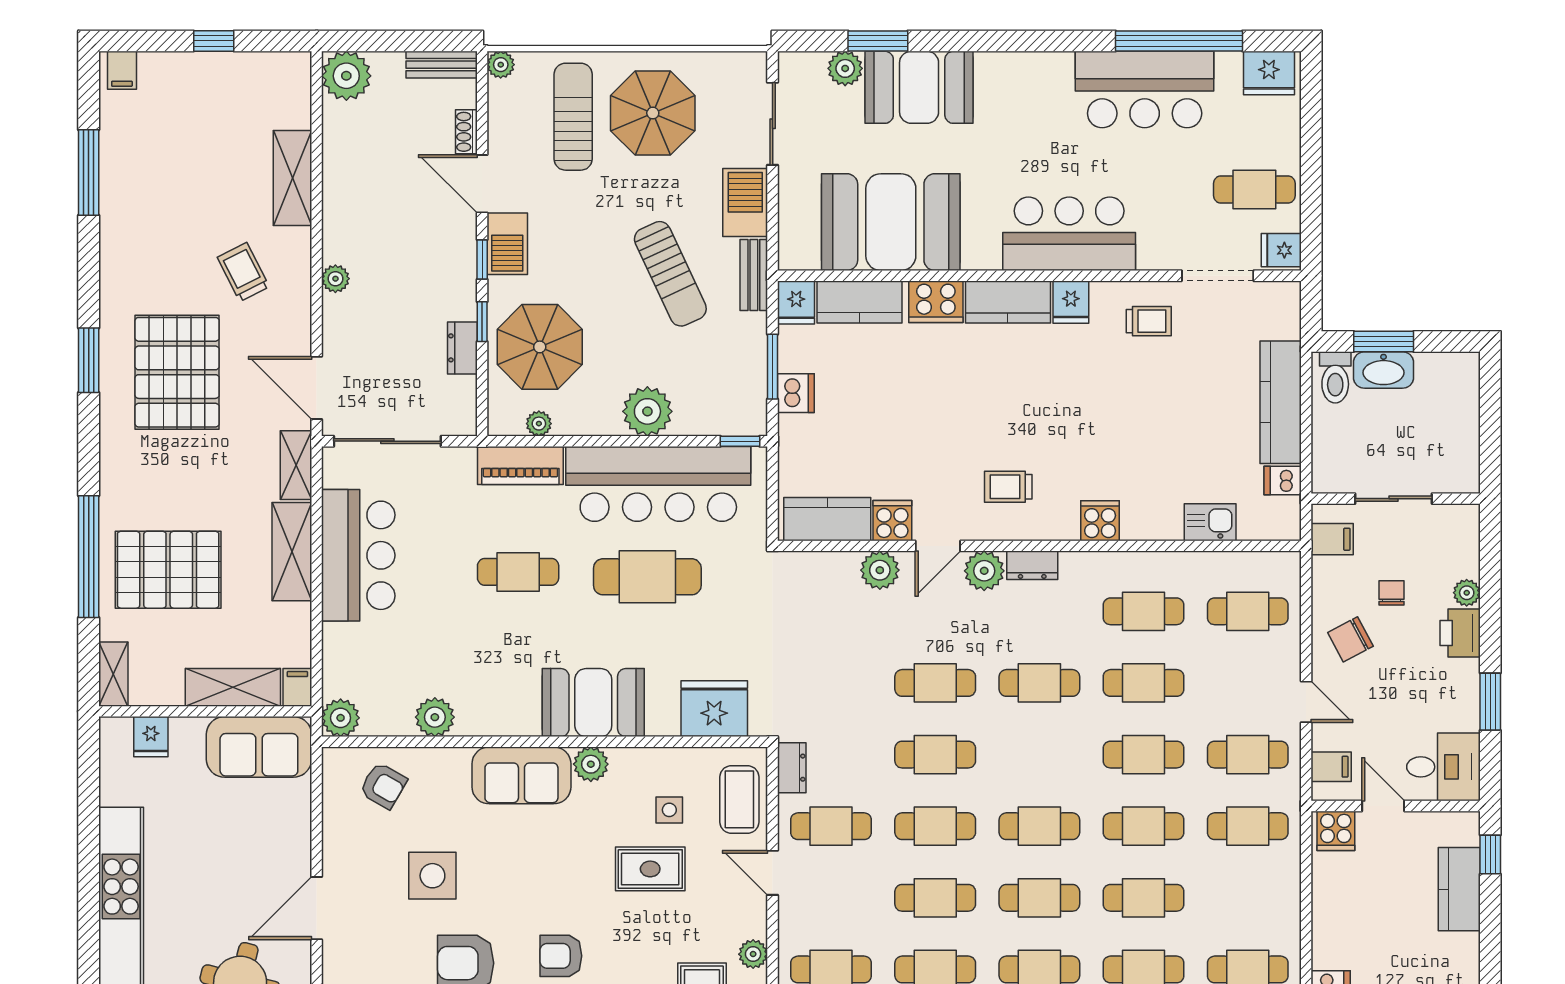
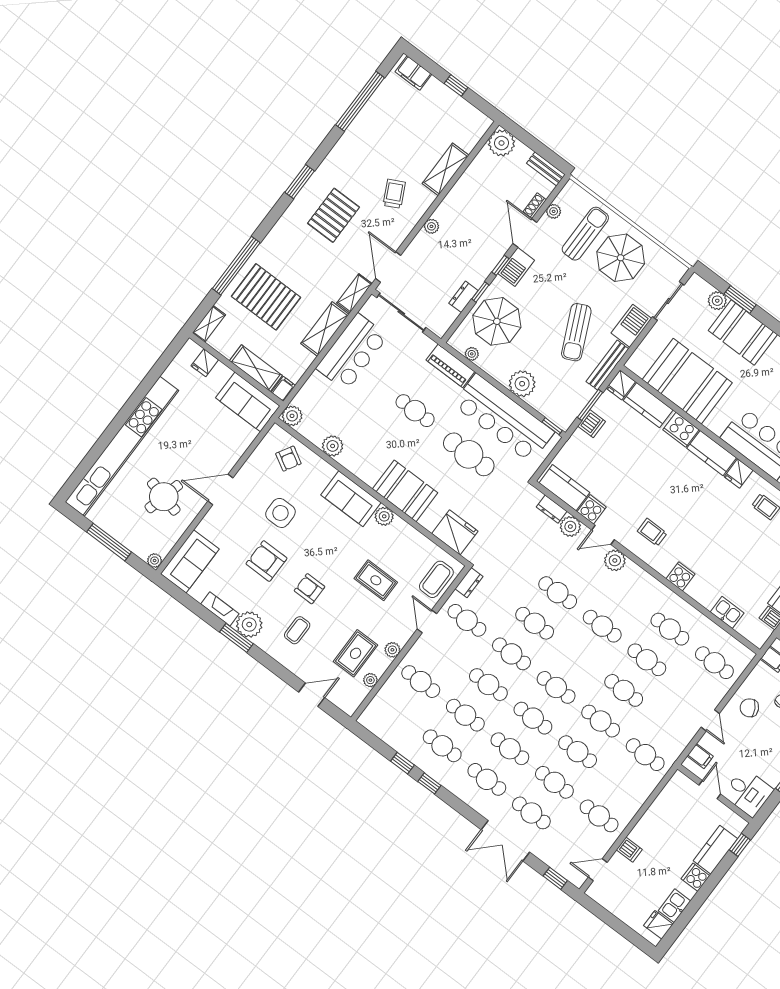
plant: (501, 65) -> (554, 211), moved
filing cabinet: (122, 70) -> (413, 73), width x2.00
window: (89, 172) -> (360, 101), width x1.46
bench: (754, 275) -> (607, 365), width x1.36
pallet: (177, 372) -> (334, 215), width x0.73, depth x0.71
dresser: (1032, 565) -> (552, 509), moved
cafe table: (1248, 755) -> (668, 724), removed
side table: (669, 810) -> (403, 561), removed
cooker: (1336, 831) -> (695, 877), moved, turned 90

